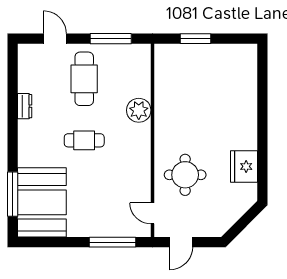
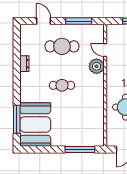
cafe table: (84, 79) -> (62, 46), turned 90
door: (152, 213) -> (105, 50), moved

